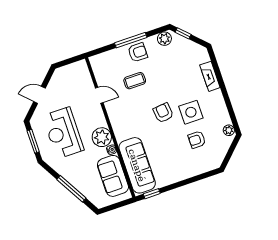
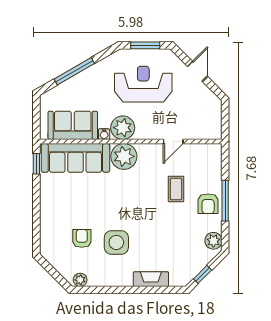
window: (183, 33) -> (203, 274), moved
armchair: (163, 113) -> (127, 210), removed
plant: (123, 129) -> (124, 156), added

